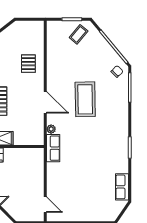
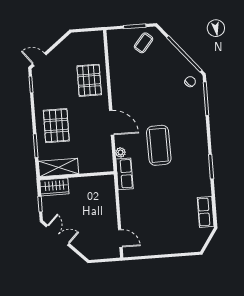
pallet: (28, 64) -> (89, 80), width x1.50, depth x1.42
coffee table: (85, 99) -> (159, 145), moved

